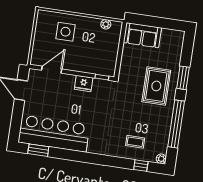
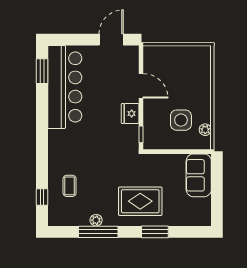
side table: (65, 32) -> (181, 120), moved
door: (52, 70) -> (141, 86), moved
window: (176, 124) -> (98, 232), width x0.68
plant: (161, 159) -> (96, 220), moved

